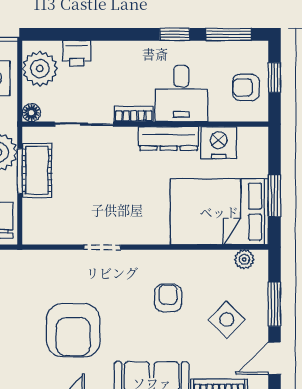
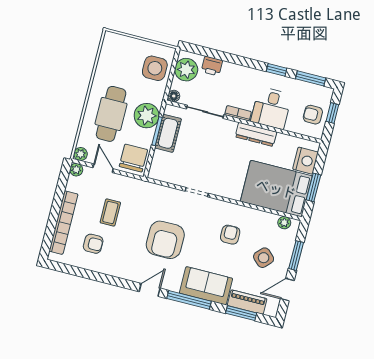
nightstand: (219, 143) -> (305, 161), moved, turned 90

